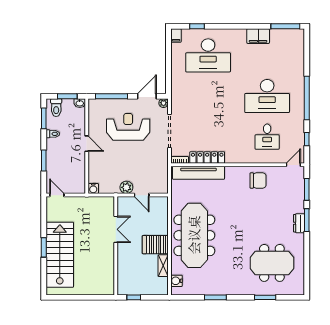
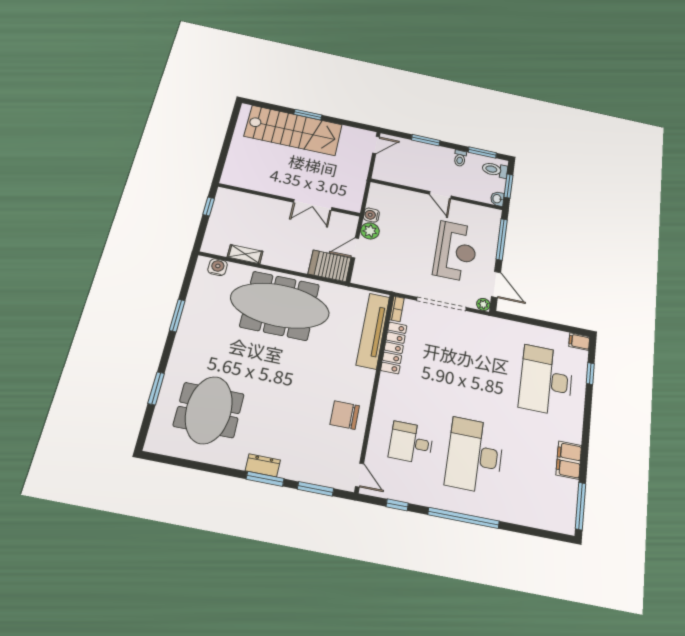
door: (87, 144) -> (440, 195), hinge flipped
chair: (258, 181) -> (345, 415), turned 90
water cooler: (93, 189) -> (371, 215), moved
server rack: (155, 245) -> (330, 266), moved, turned -90

